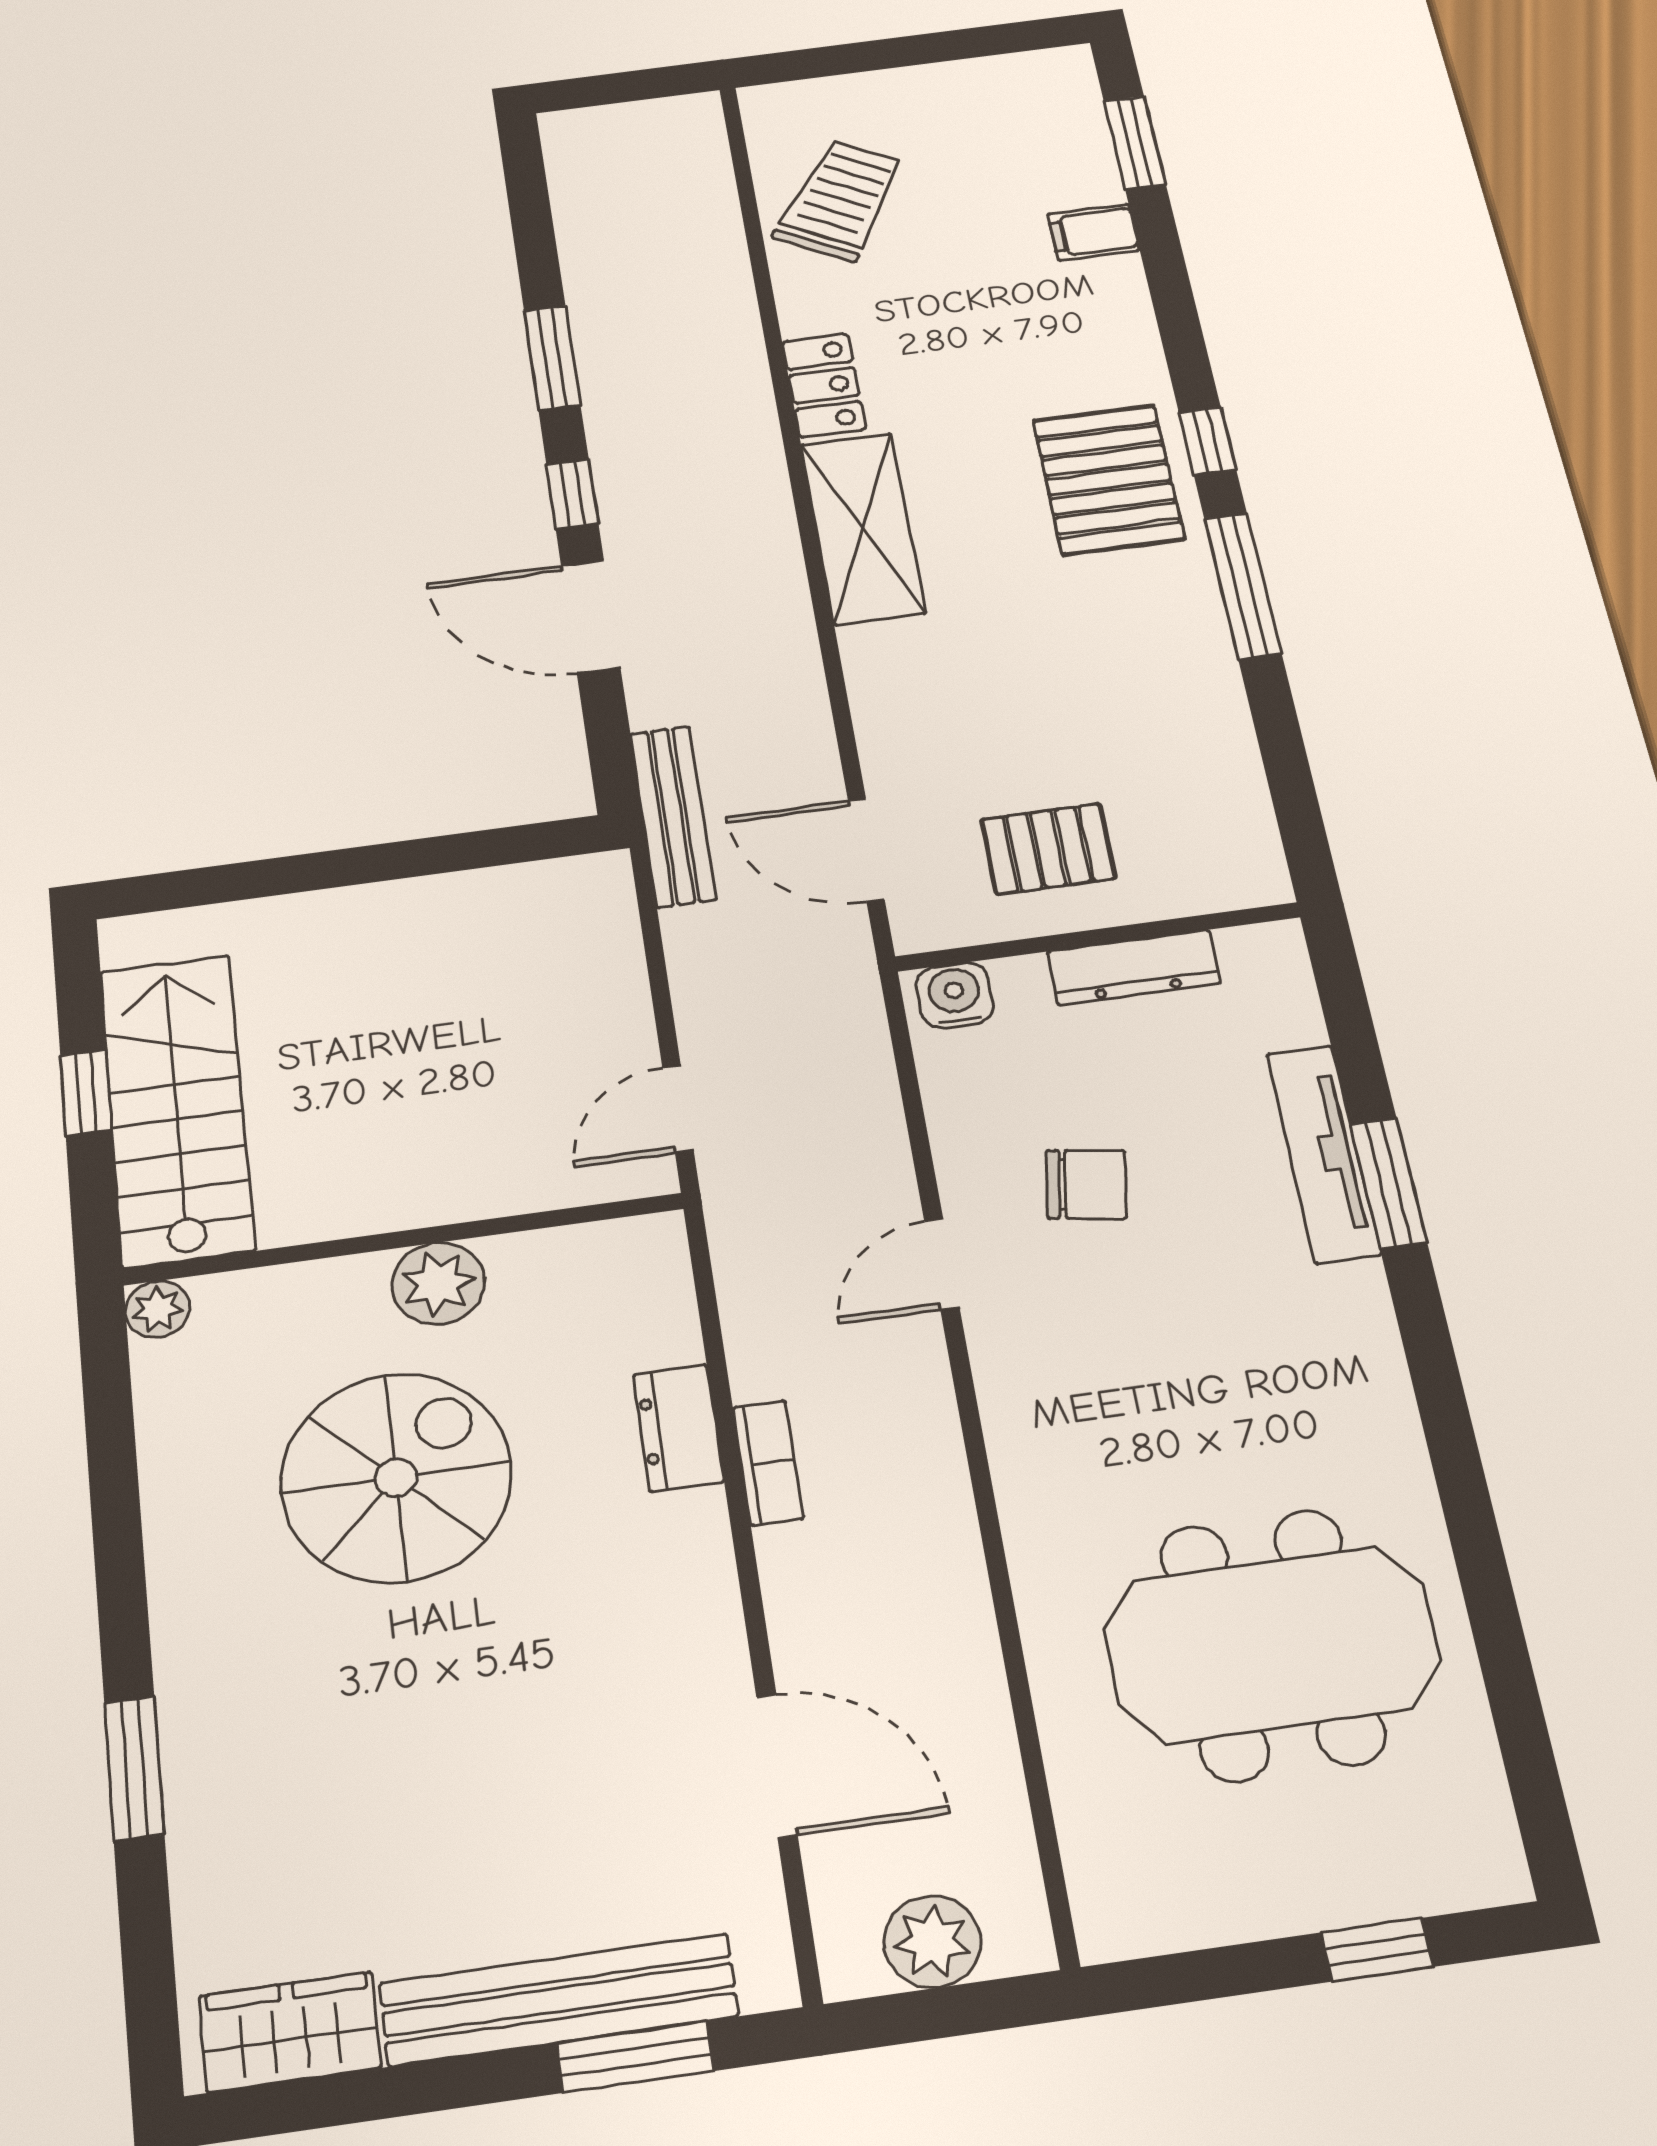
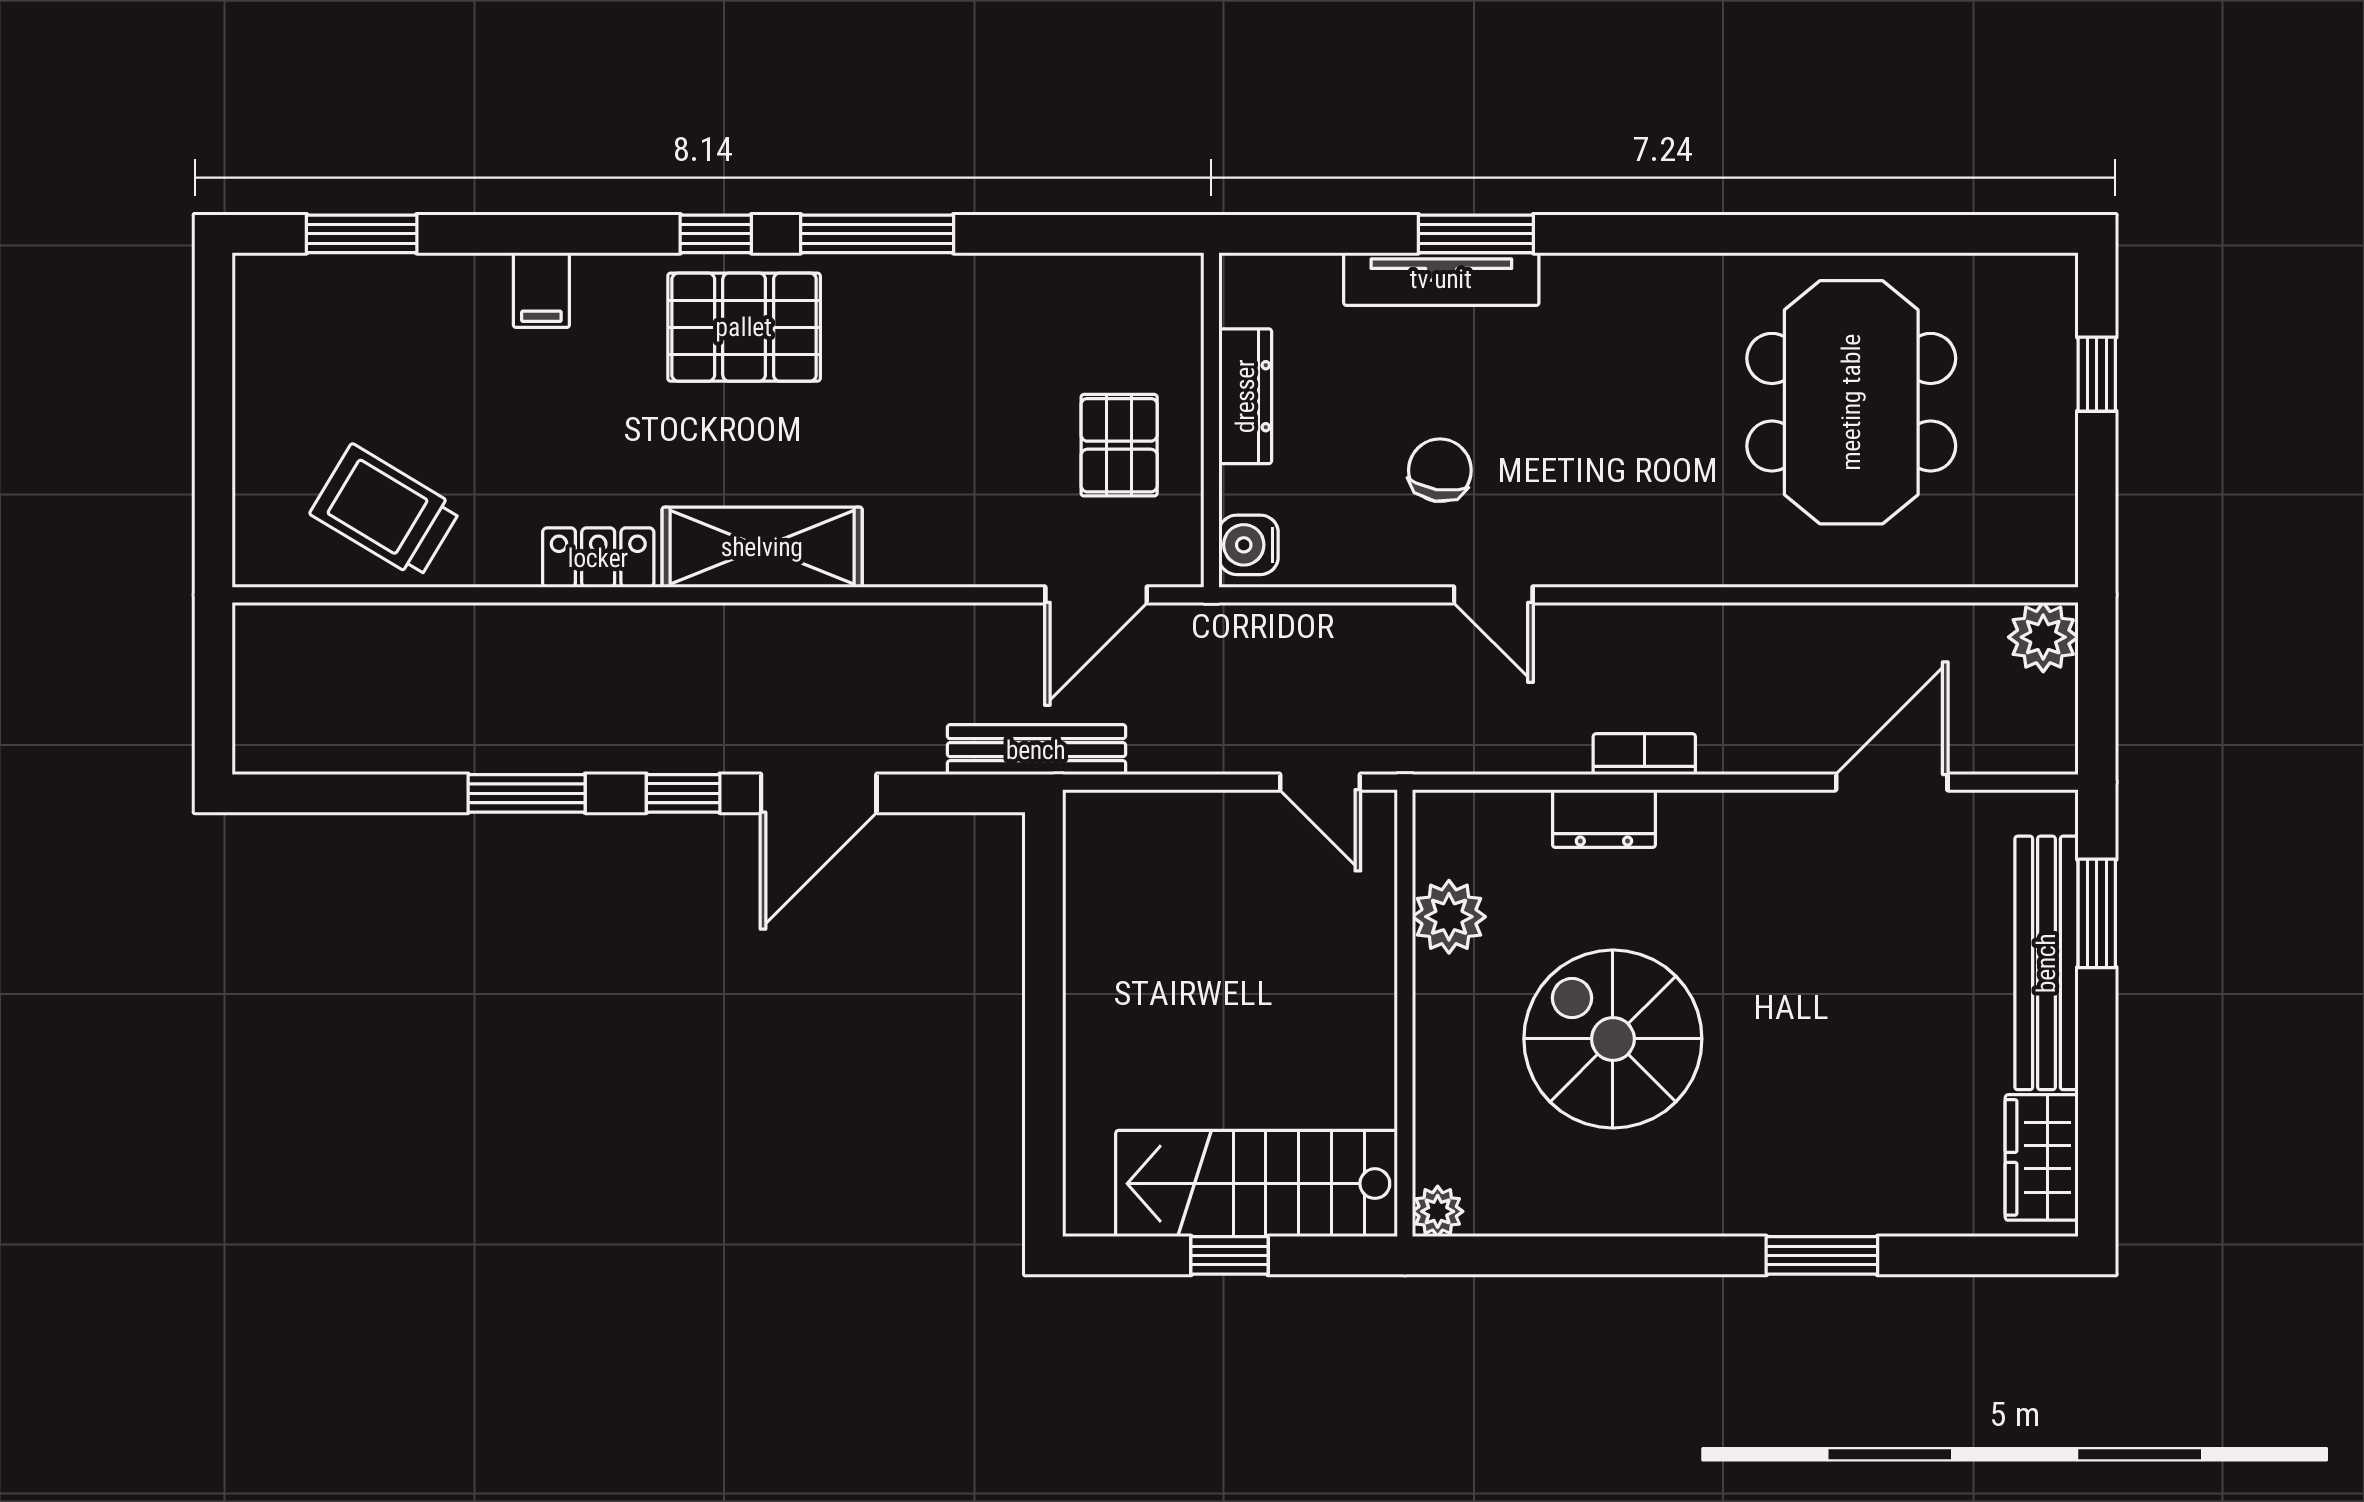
filing cabinet: (1094, 232) -> (541, 290), moved
plant: (438, 1283) -> (1449, 917), moved
plant: (932, 1942) -> (2043, 637), moved

